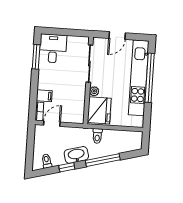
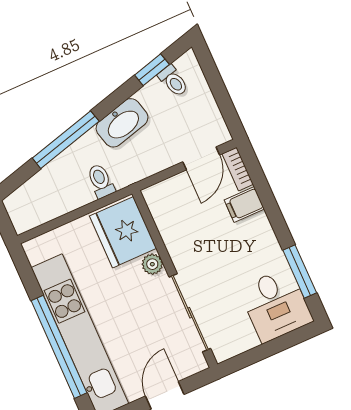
window: (67, 167) -> (152, 70), moved

